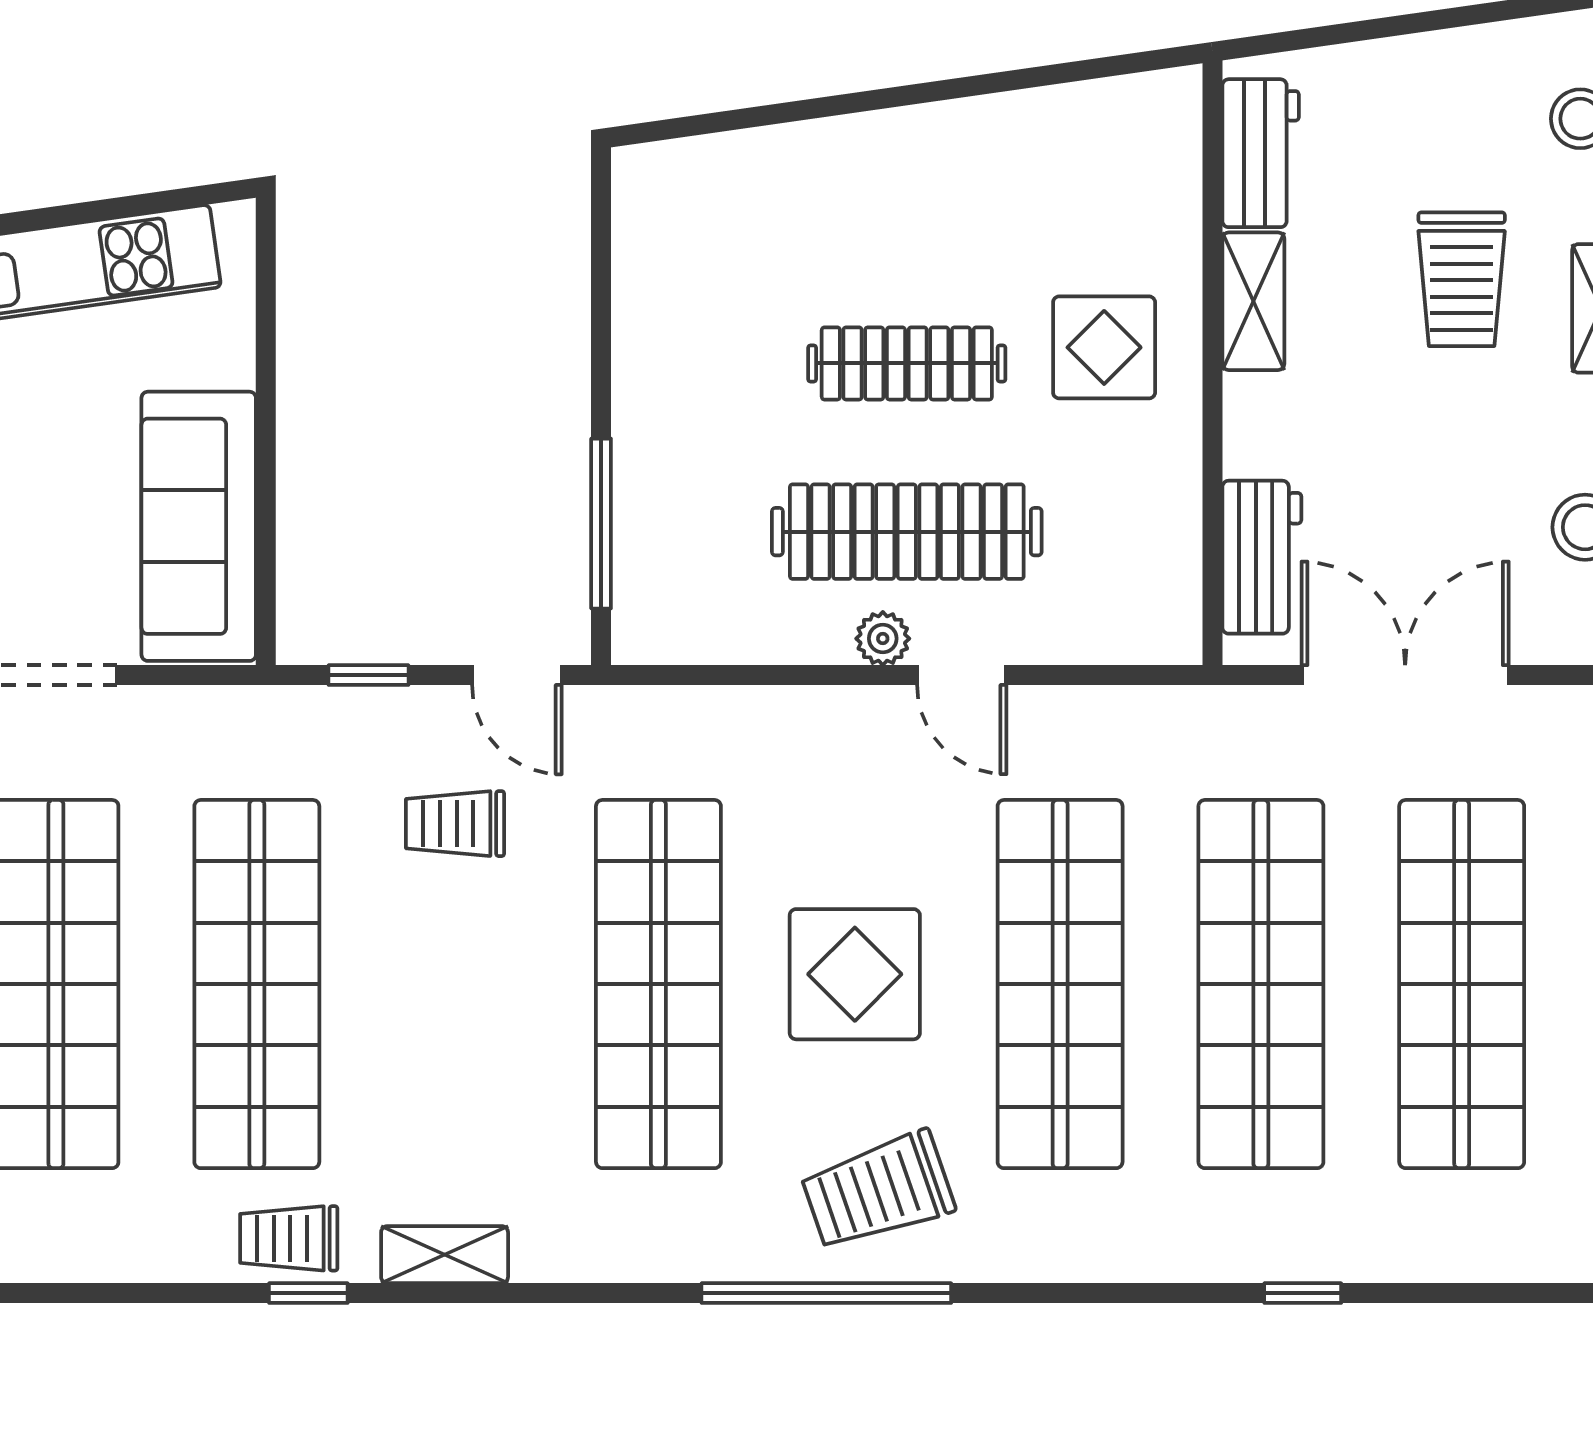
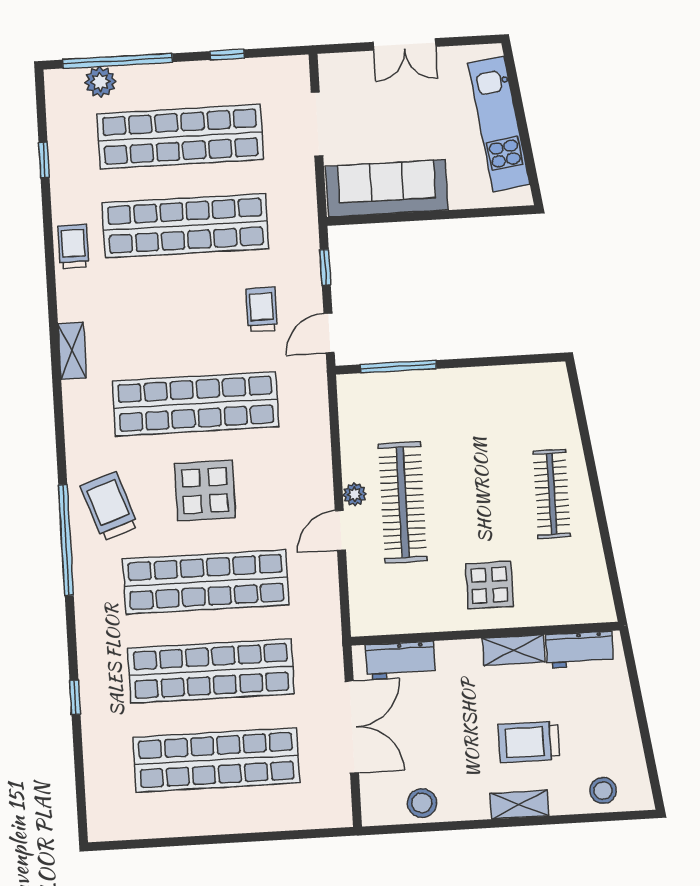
clothes rail: (907, 363) -> (552, 494), moved
shelving: (445, 1255) -> (72, 351), moved
window: (308, 1293) -> (44, 160), moved
window: (826, 1293) -> (66, 540), moved

